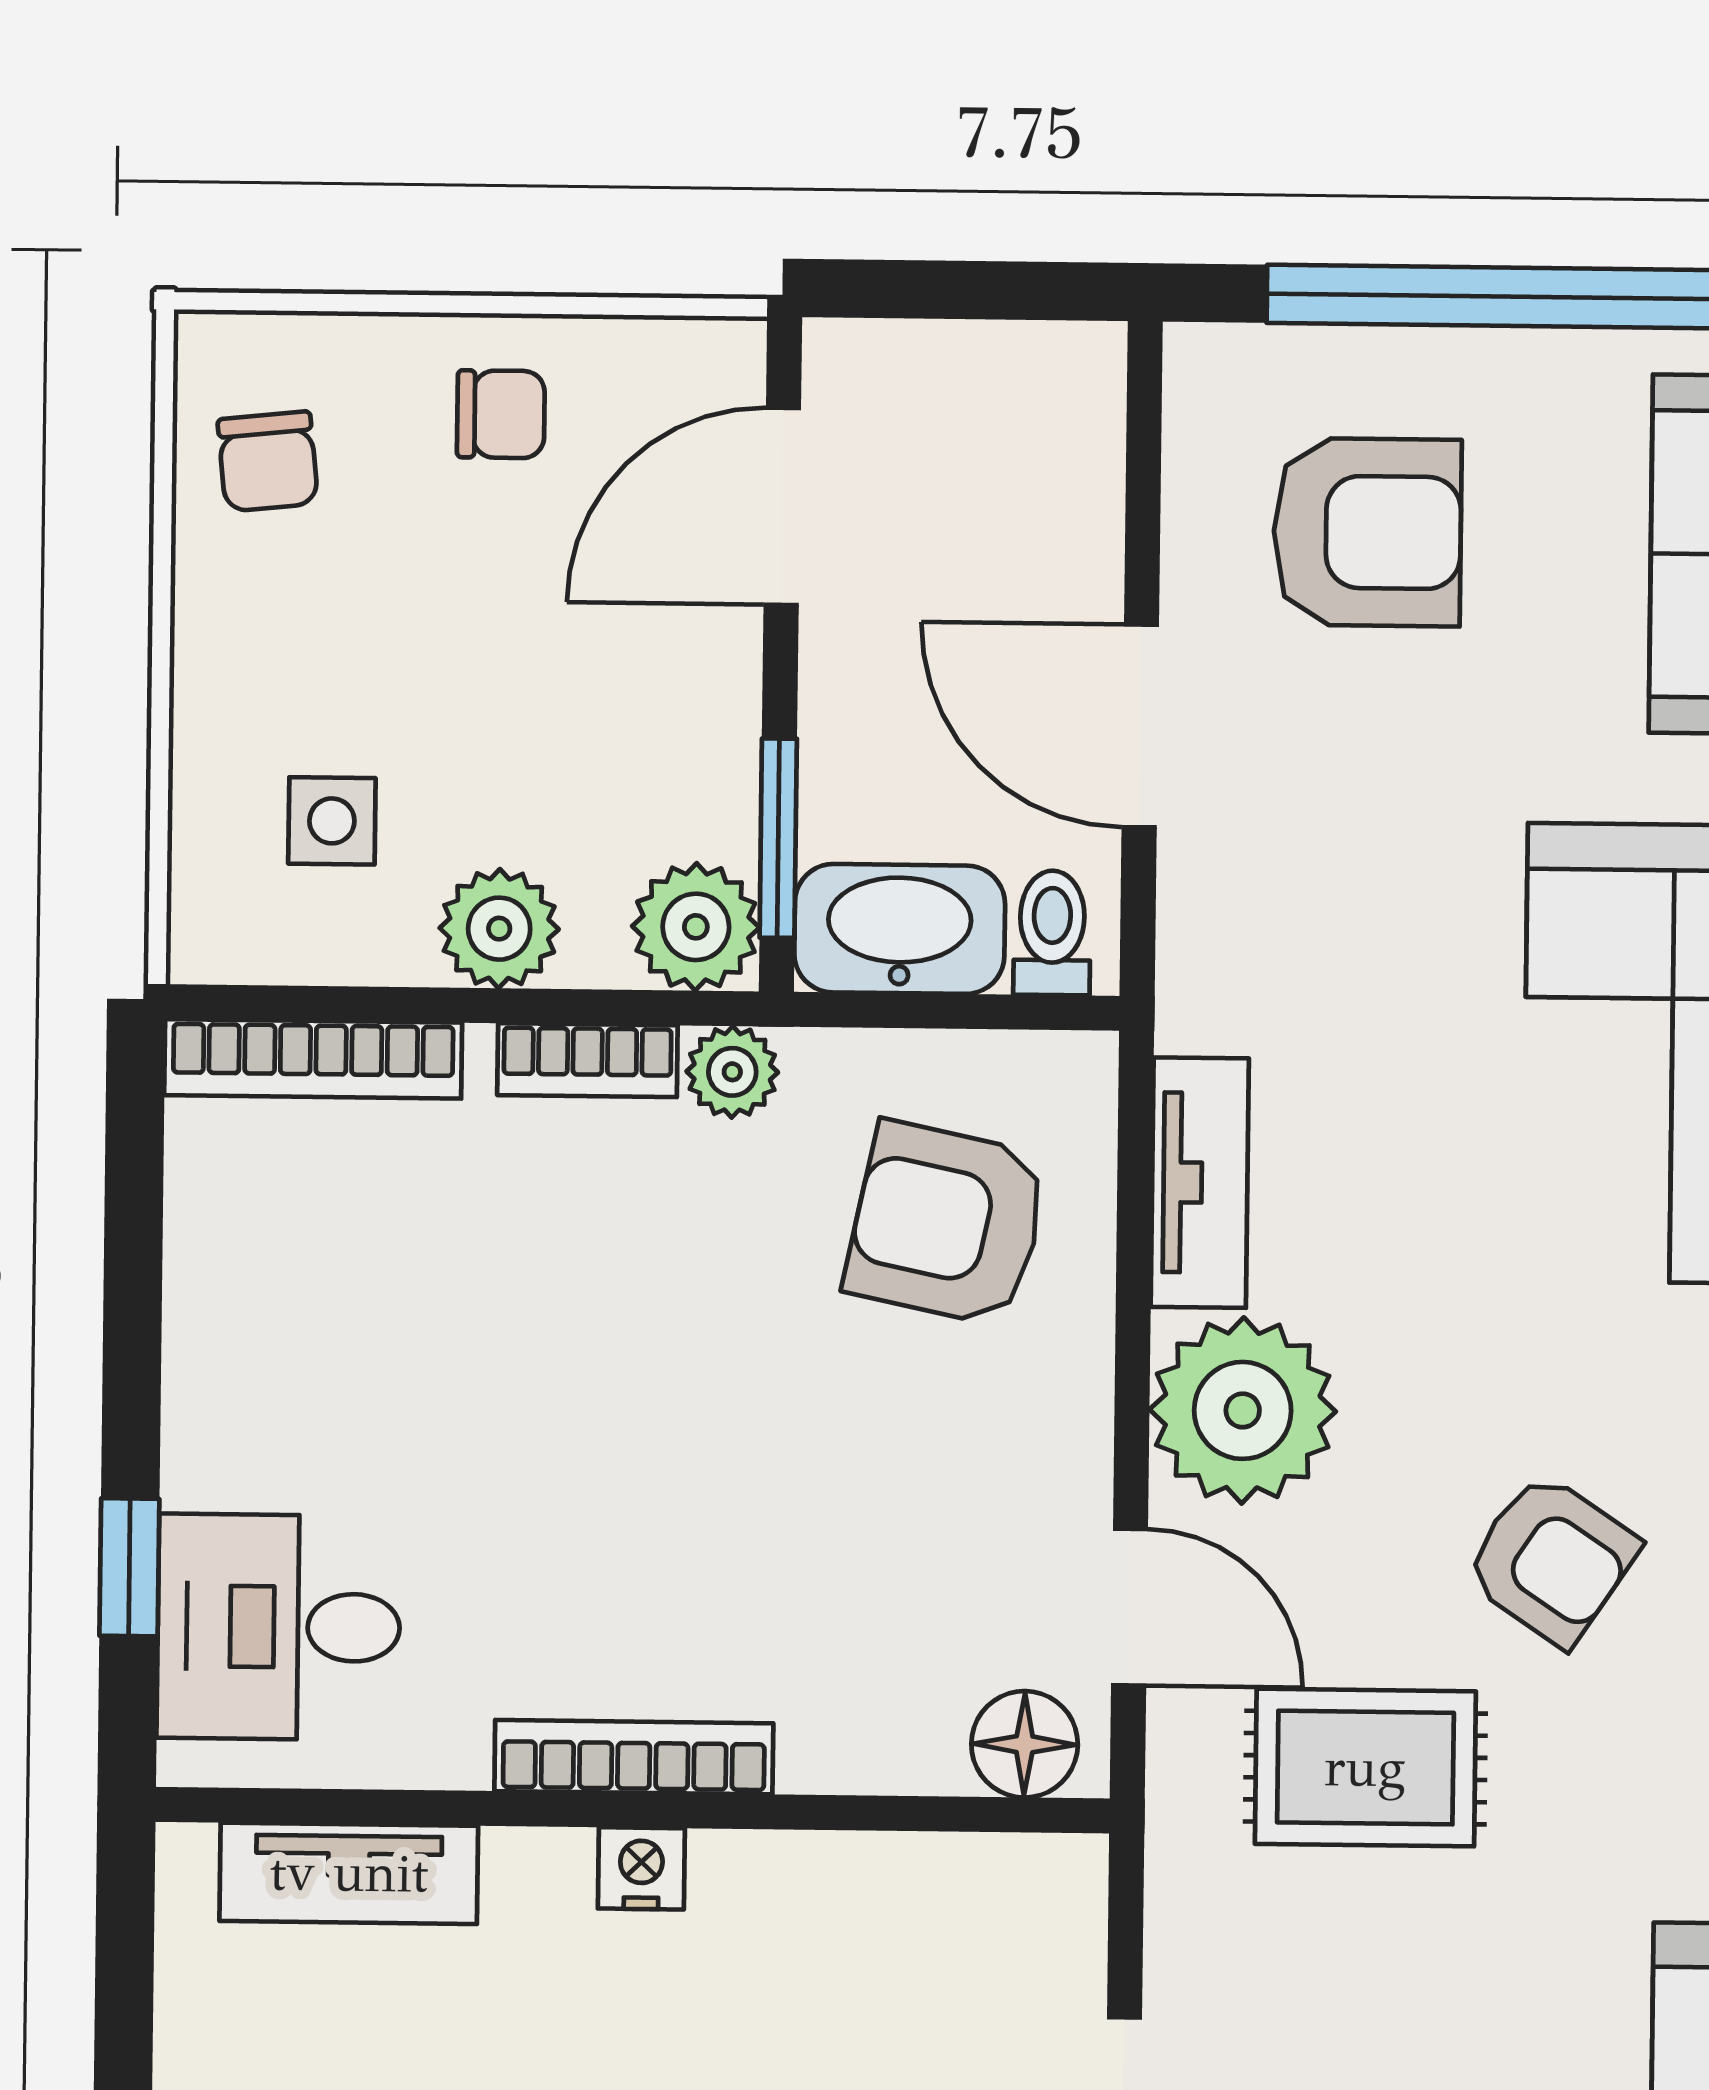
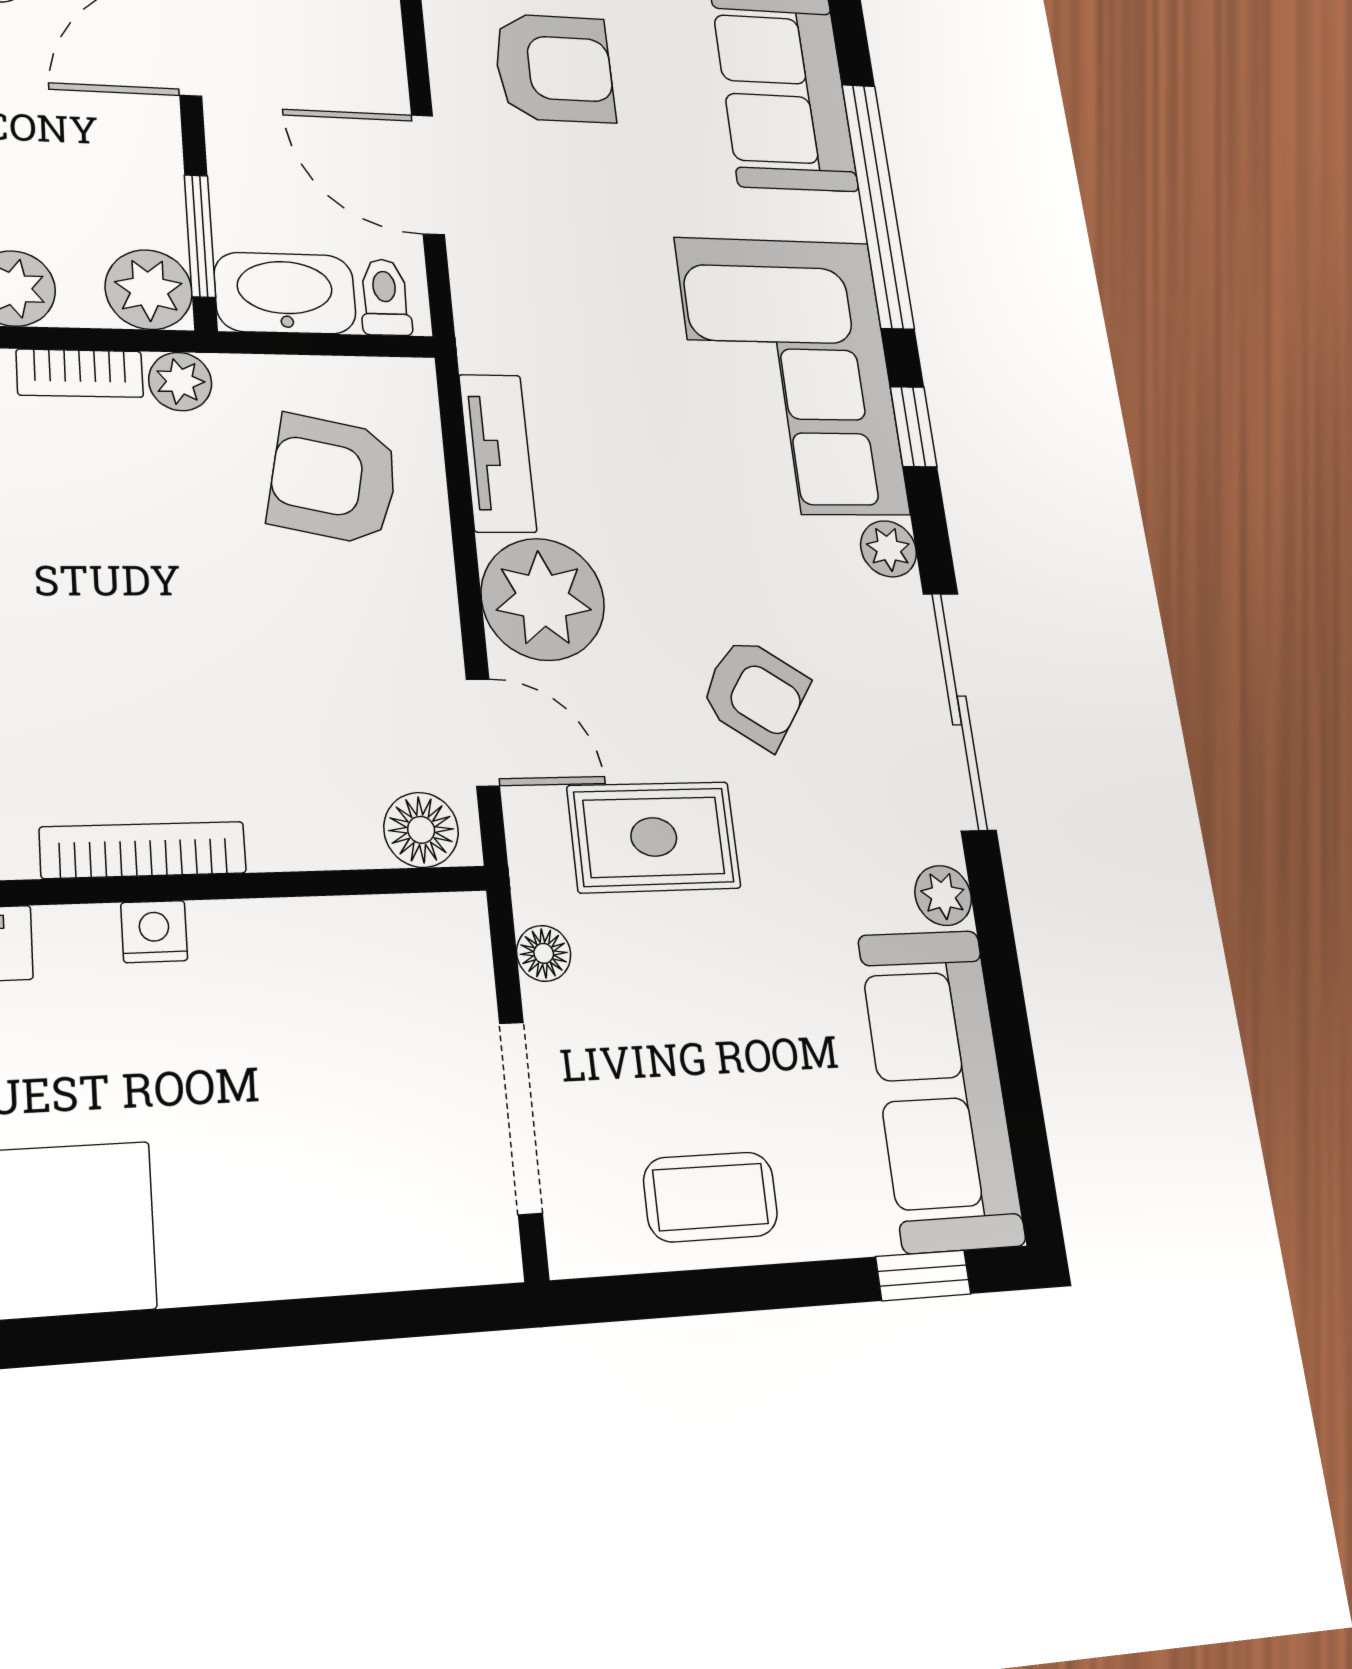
floor lamp: (1182, 1925) -> (544, 953), added

